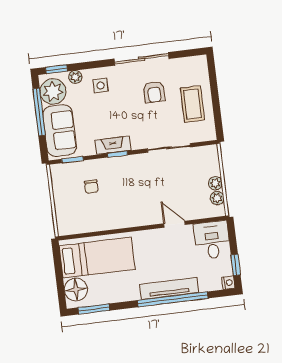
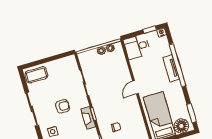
armchair: (154, 92) -> (63, 106), moved
coffee table: (193, 104) -> (36, 75), moved
door: (174, 224) -> (135, 87), moved
tv unit: (169, 288) -> (171, 68), width x0.71

